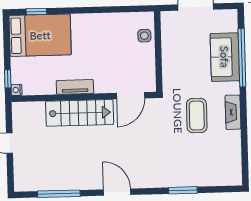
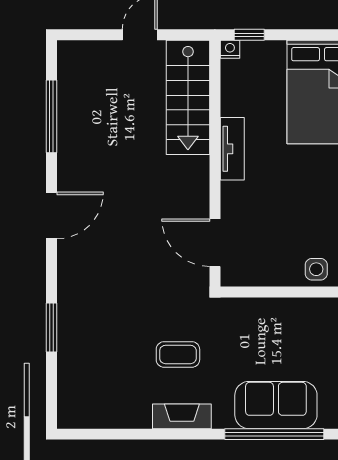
stairs: (80, 113) -> (188, 97), moved
coffee table: (197, 116) -> (178, 354), width x0.73, depth x0.77

